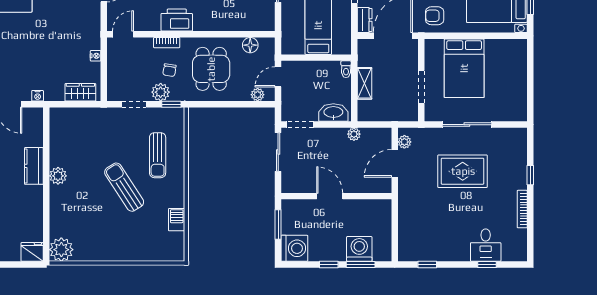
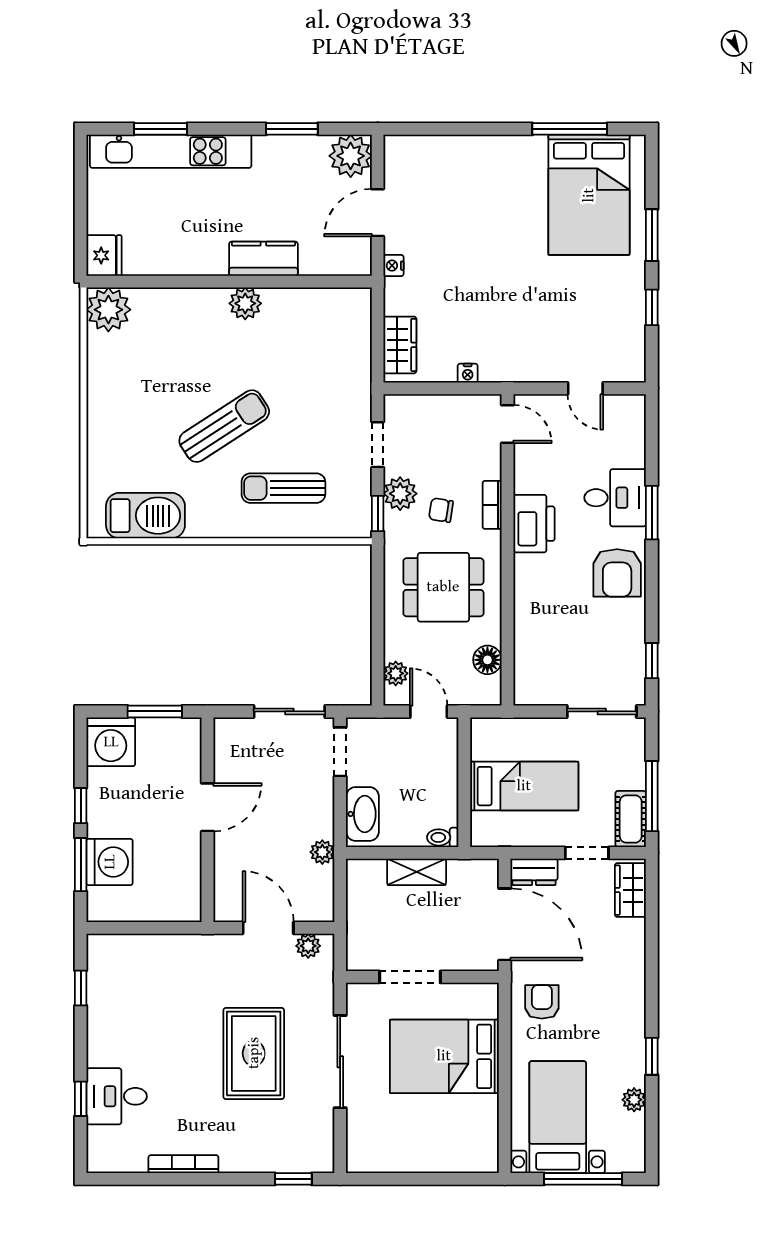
window: (530, 175) -> (293, 1179), moved
barbecue: (177, 220) -> (145, 516), width x1.88, depth x1.53

